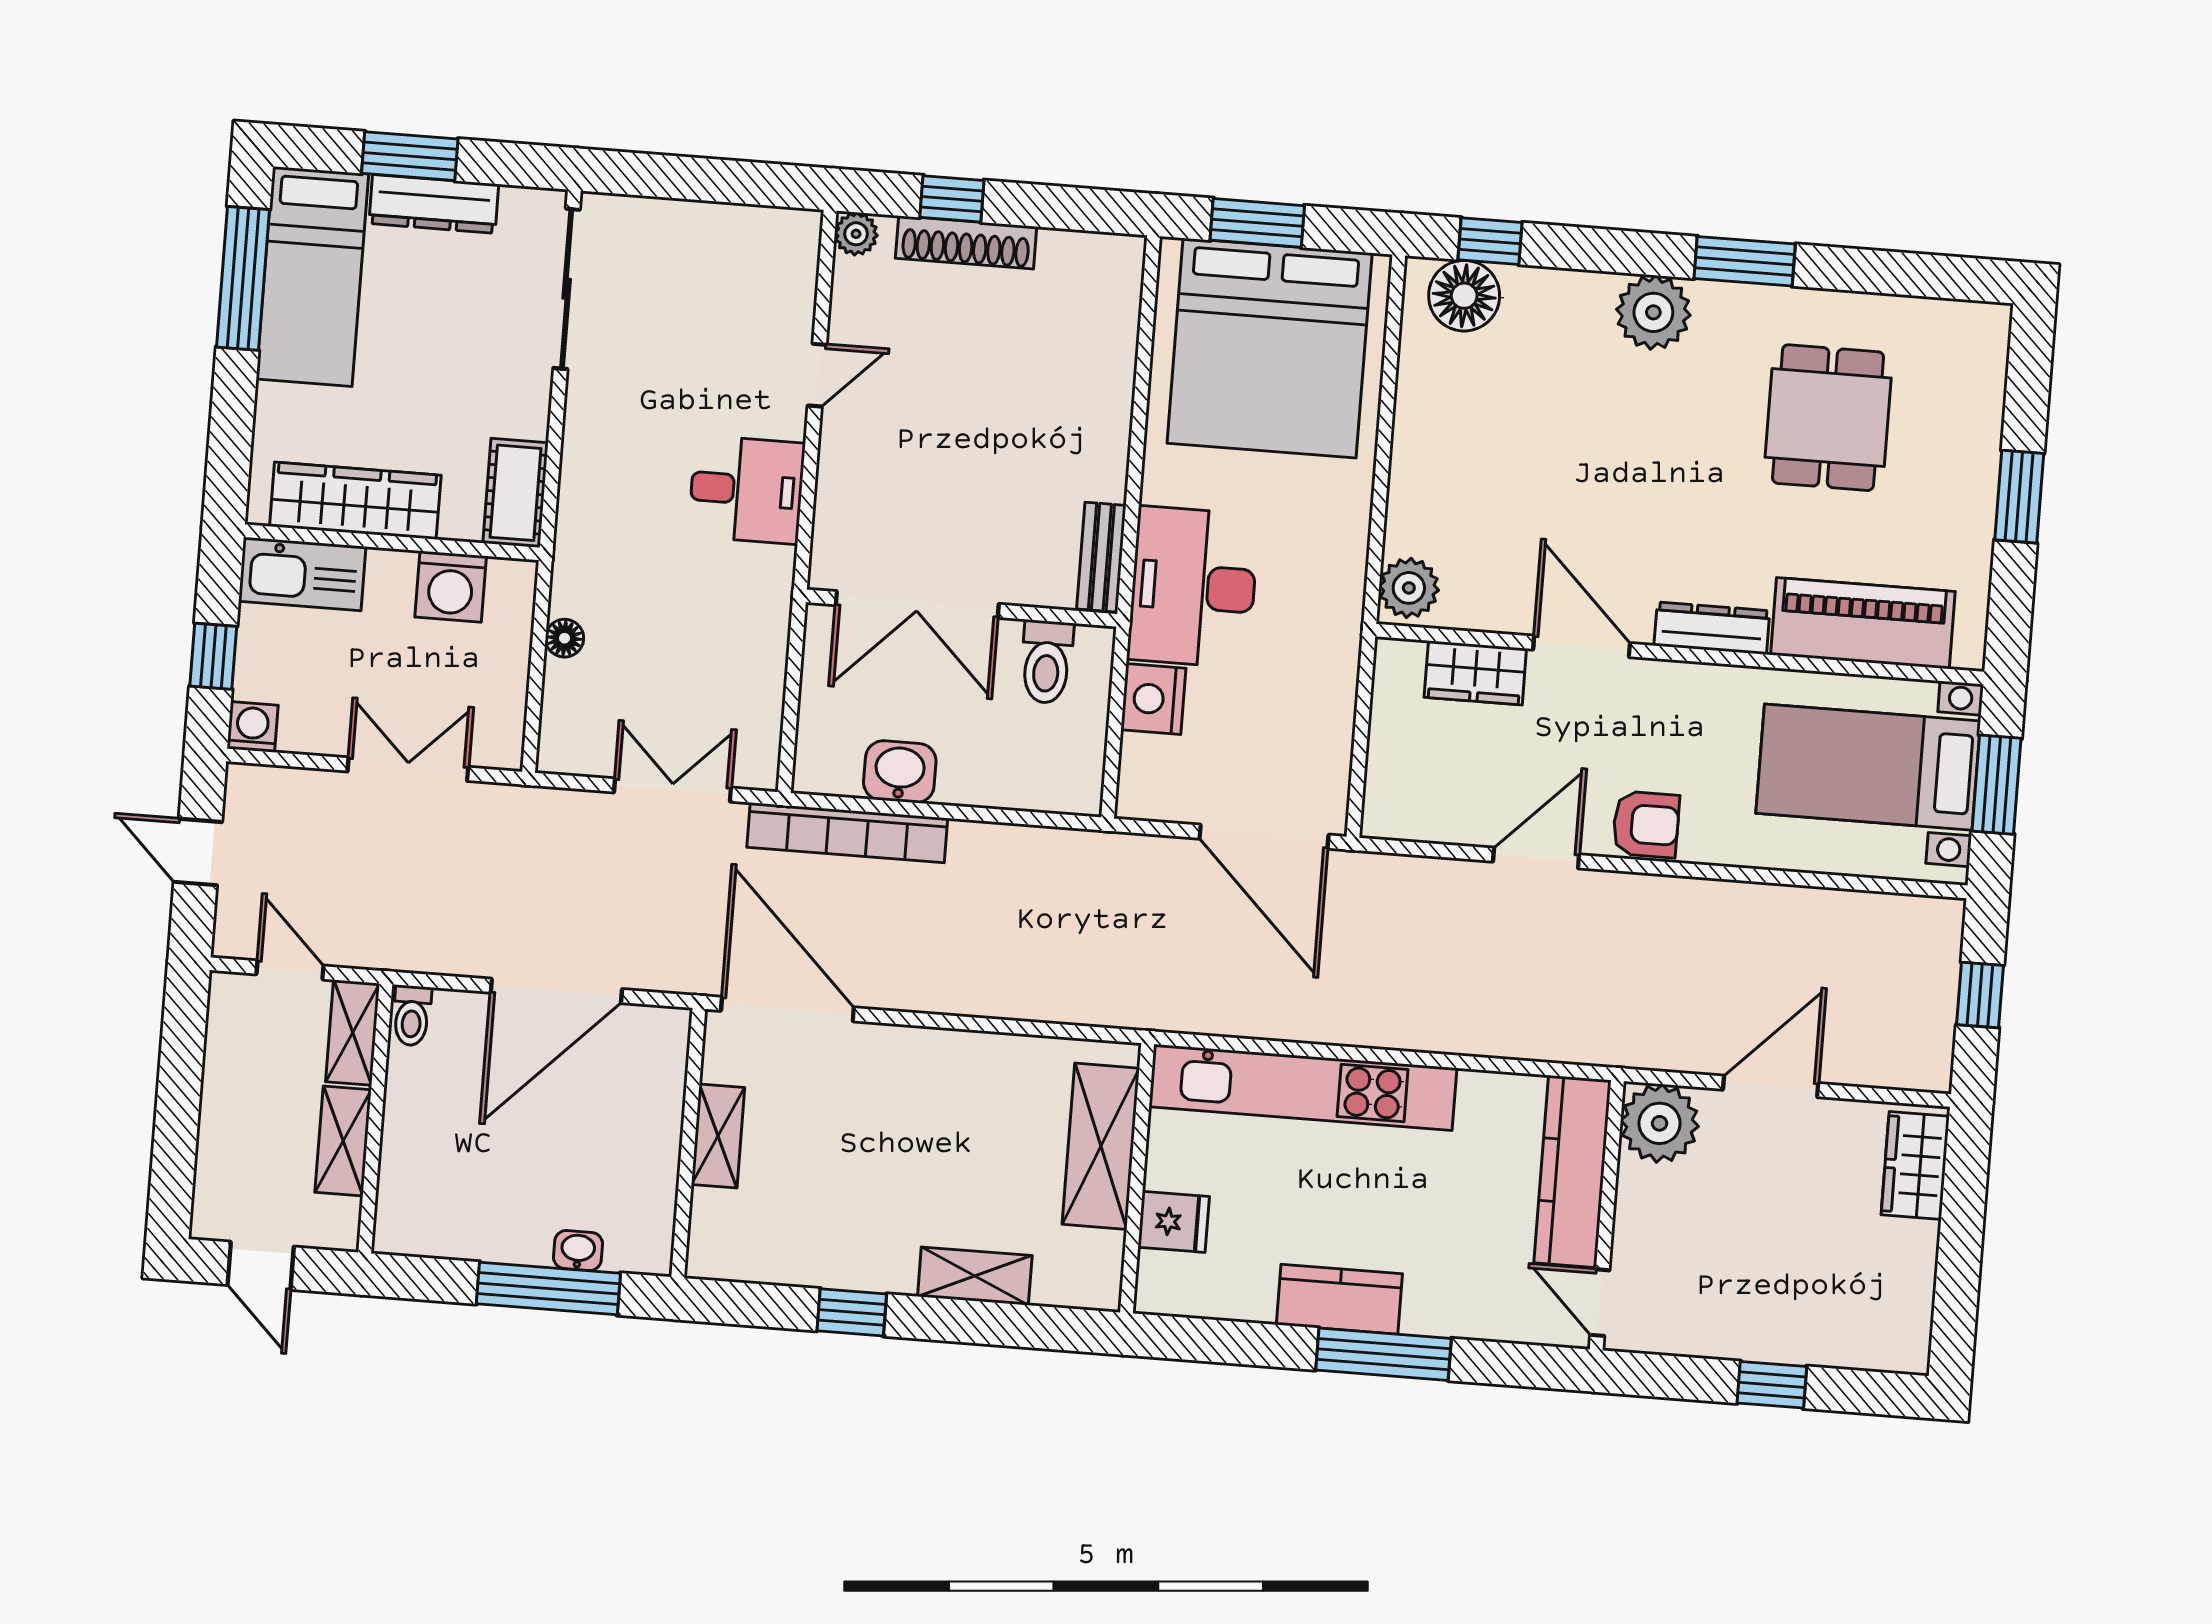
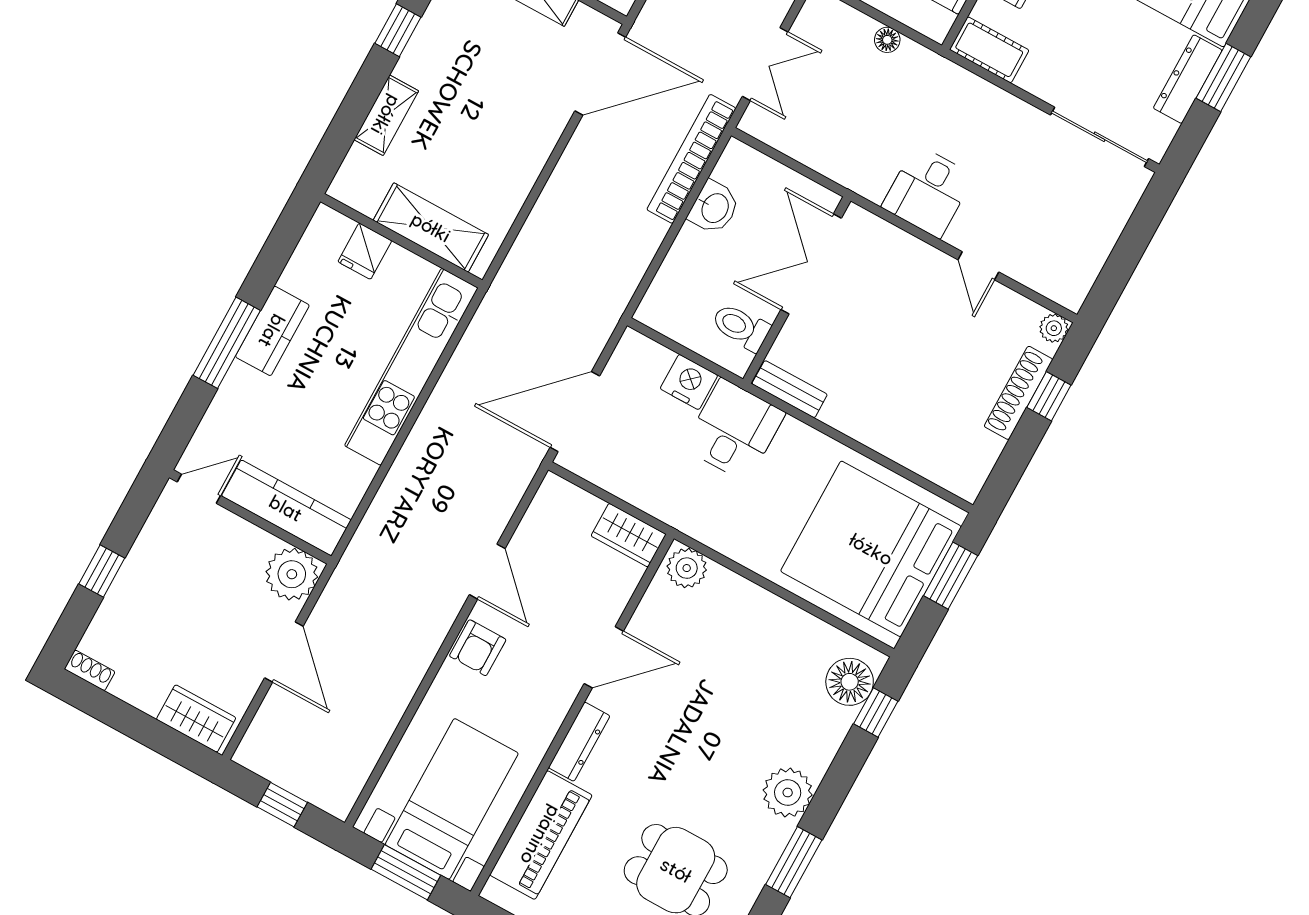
desk: (1193, 587) -> (734, 430), width x0.73
wardrobe: (1475, 673) -> (629, 535), moved, turned -90
shoe rack: (1915, 1340) -> (90, 670), added

